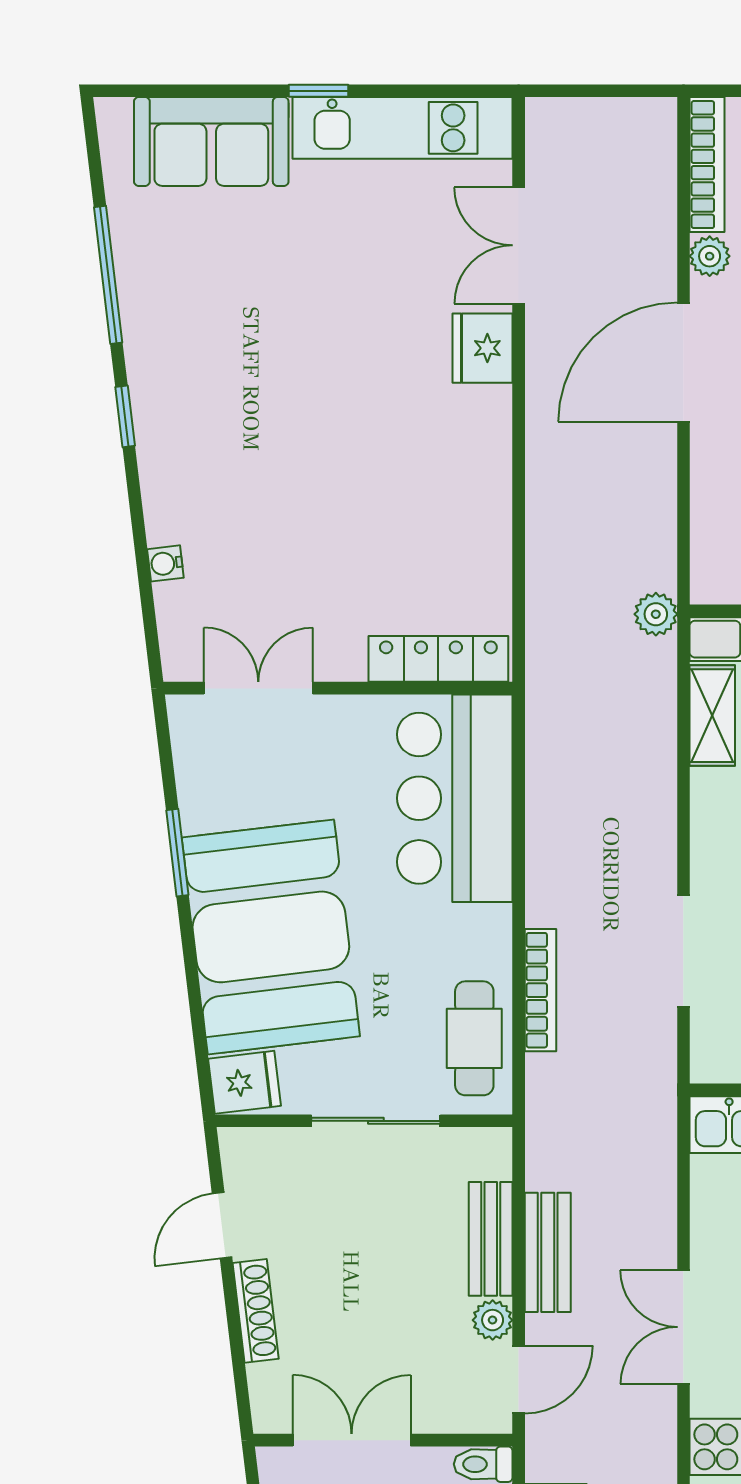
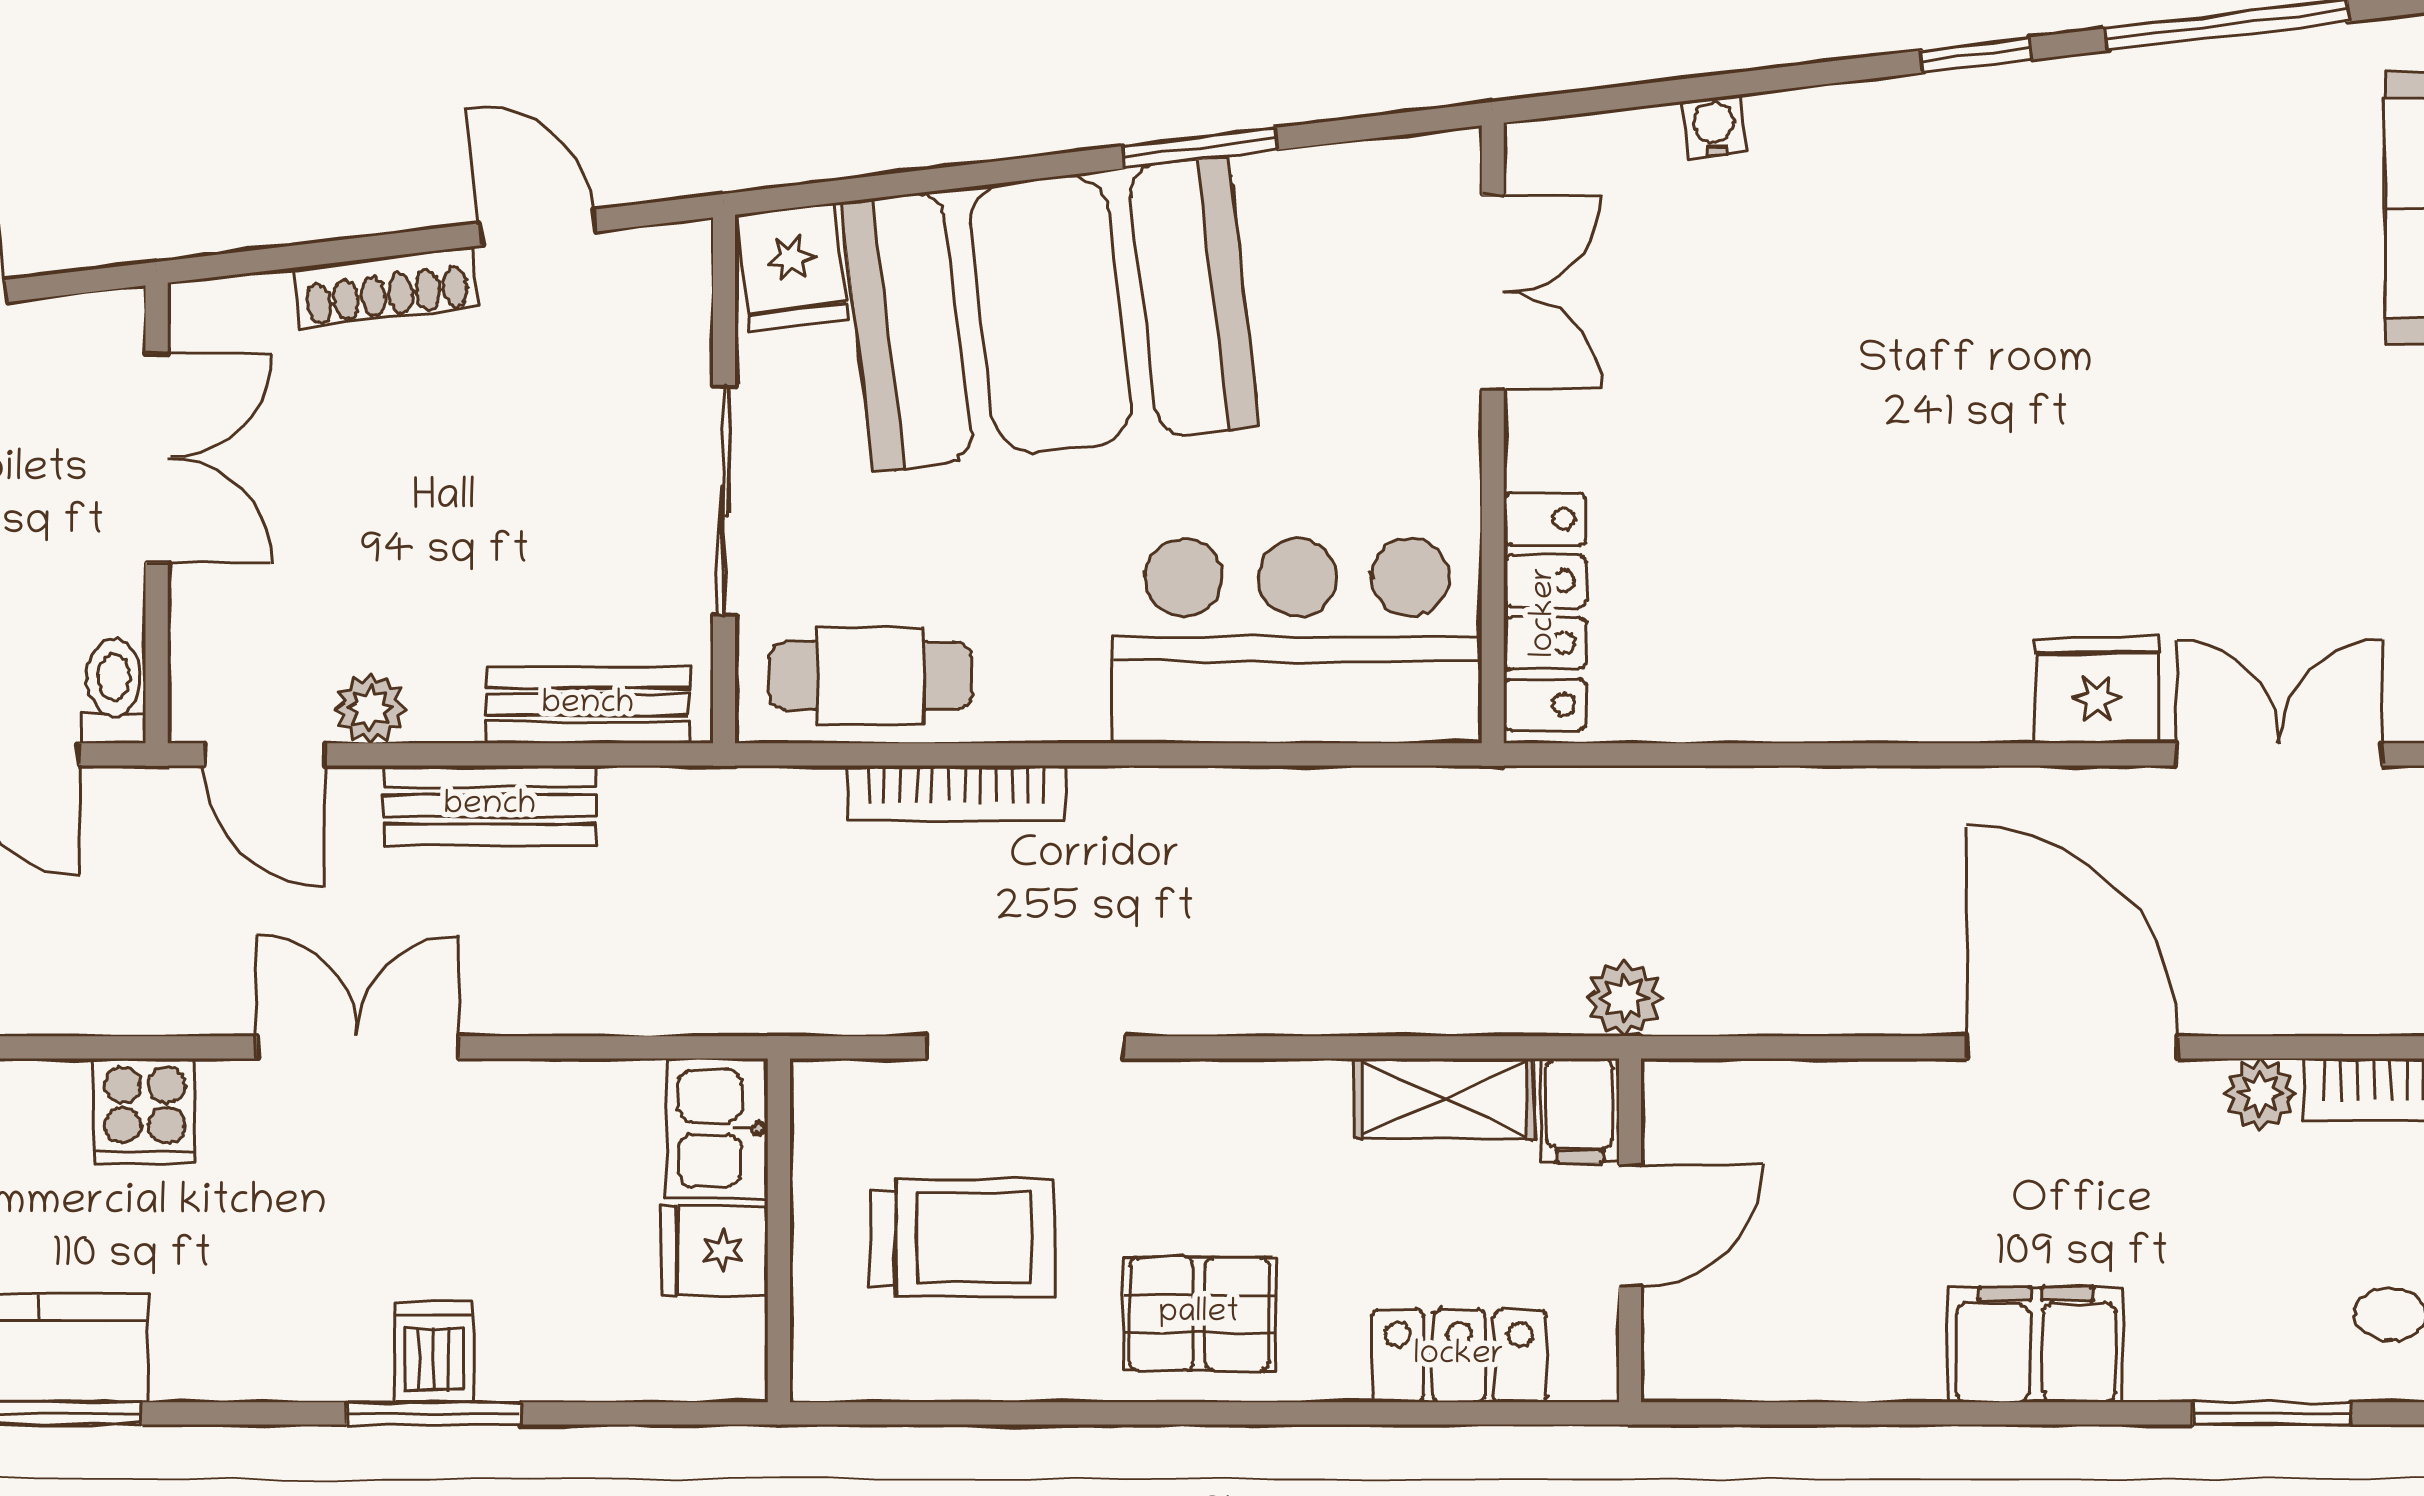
bench: (491, 1239) -> (588, 705), moved

